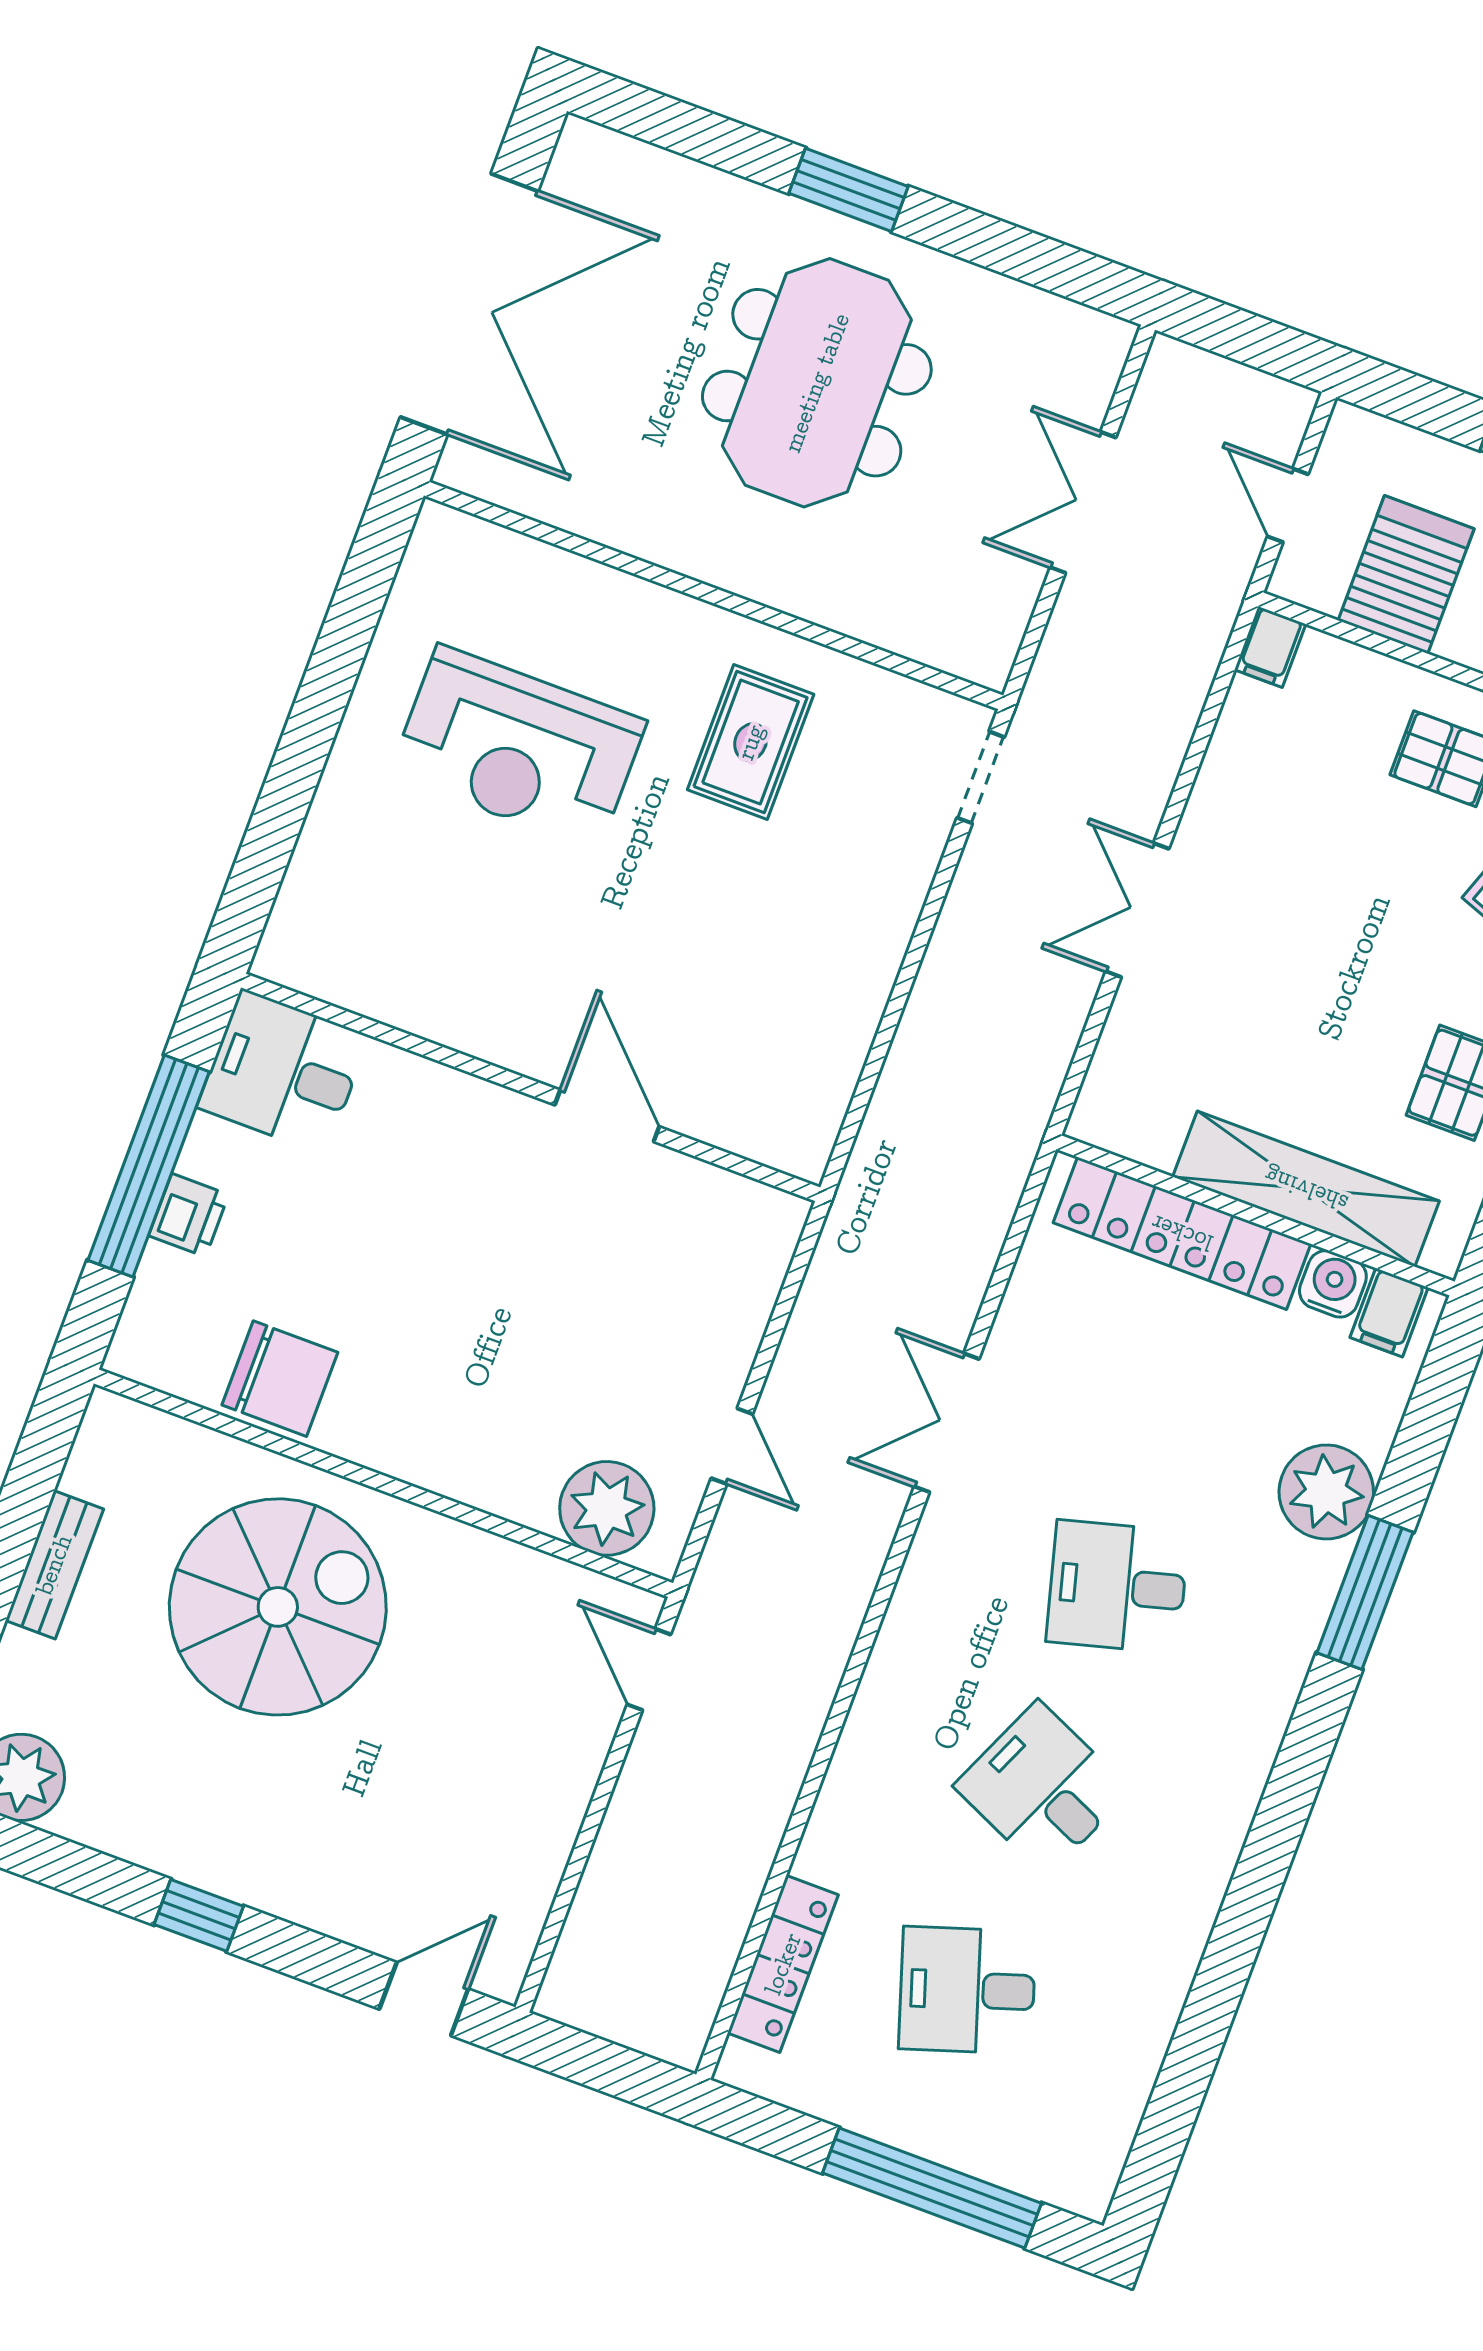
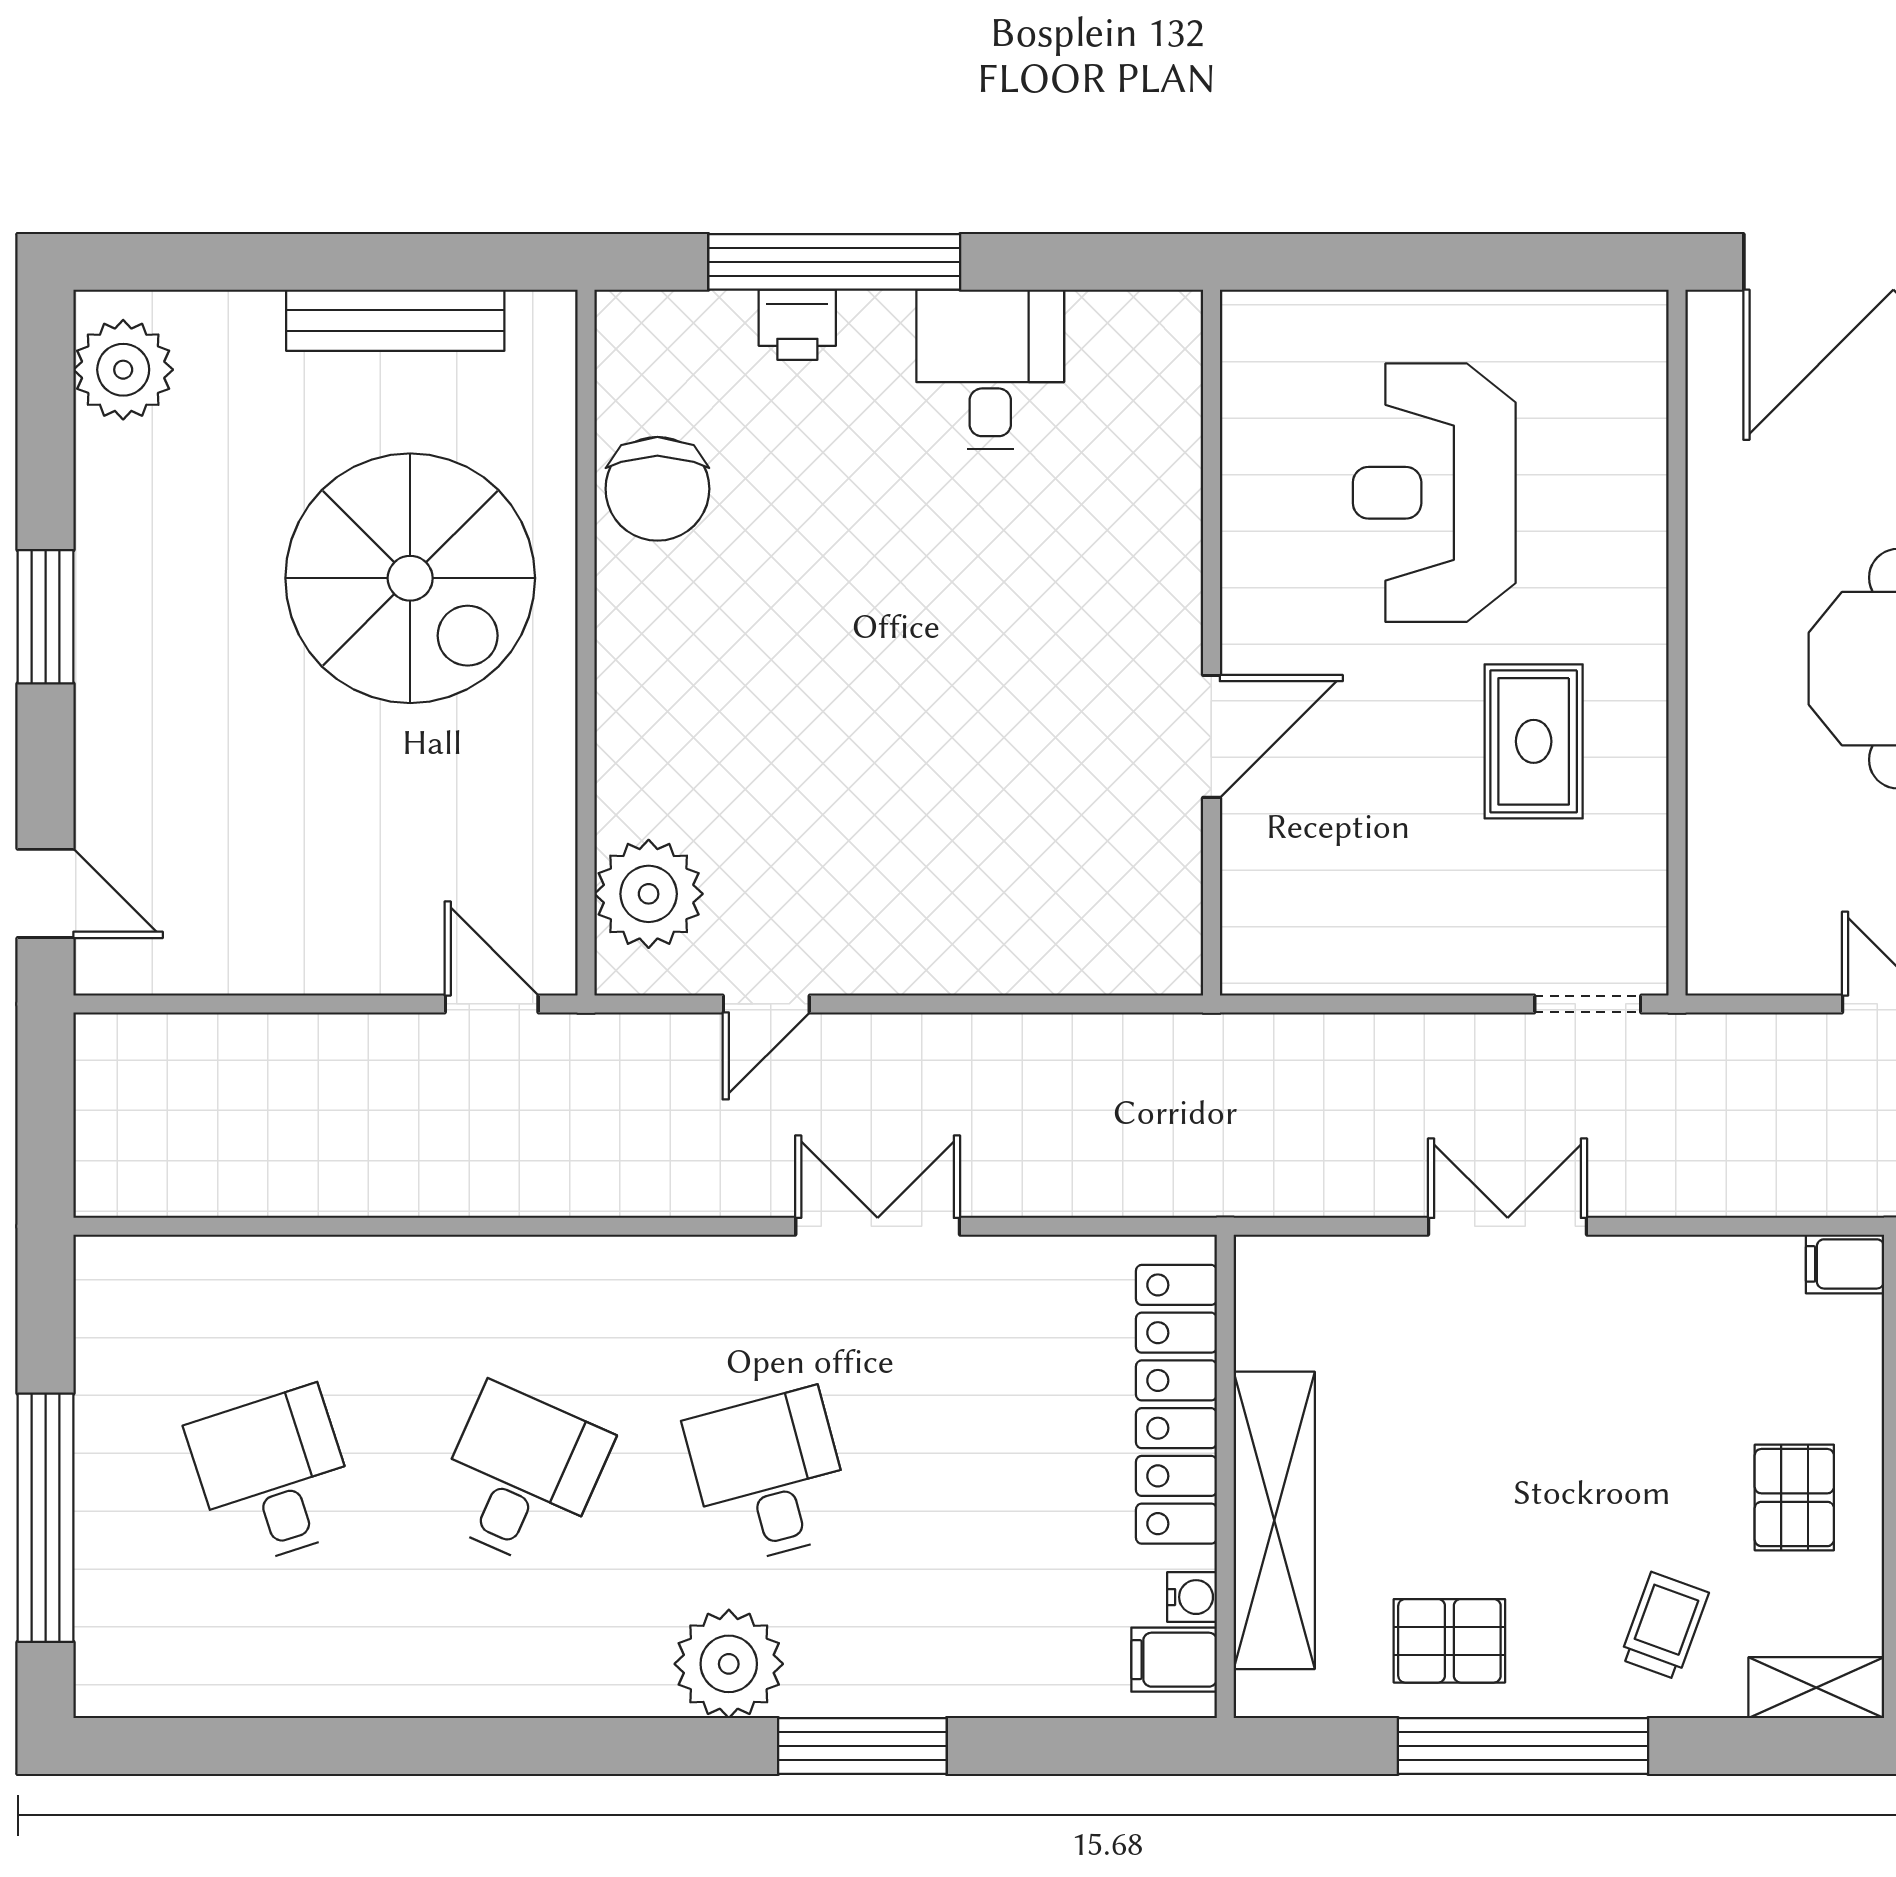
rug: (751, 742) -> (1534, 741), turned 90
wall: (531, 1087) -> (1211, 643), moved
door: (607, 1116) -> (1211, 736), moved
water cooler: (1333, 1284) -> (1192, 1597), width x0.72, depth x0.72
plant: (1326, 1492) -> (729, 1664), moved
bench: (54, 1565) -> (395, 320), width x1.36
door: (649, 1669) -> (492, 1004), hinge flipped
window: (199, 1915) -> (46, 617), width x1.50
locker: (783, 1964) -> (228, 1267), removed

